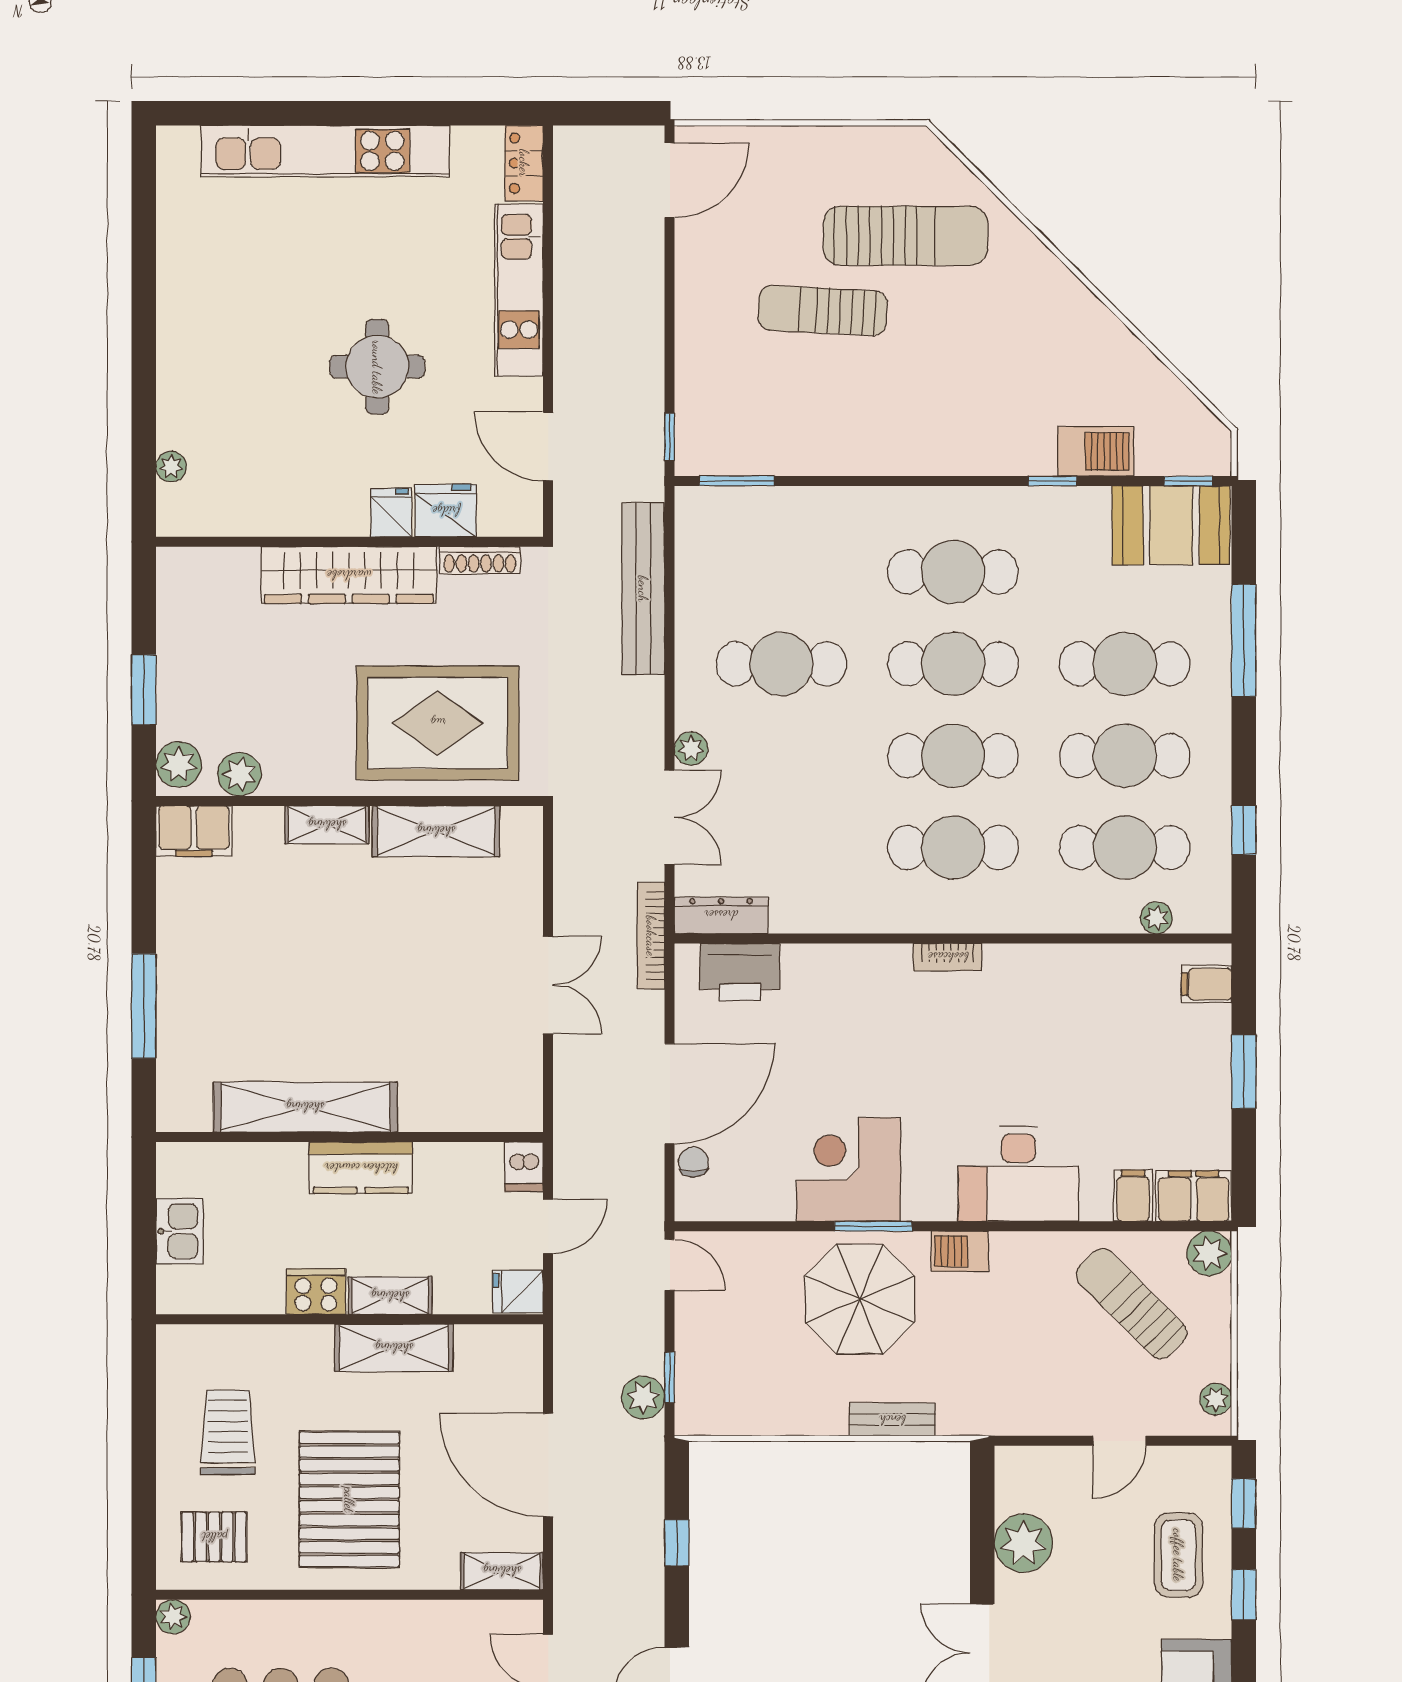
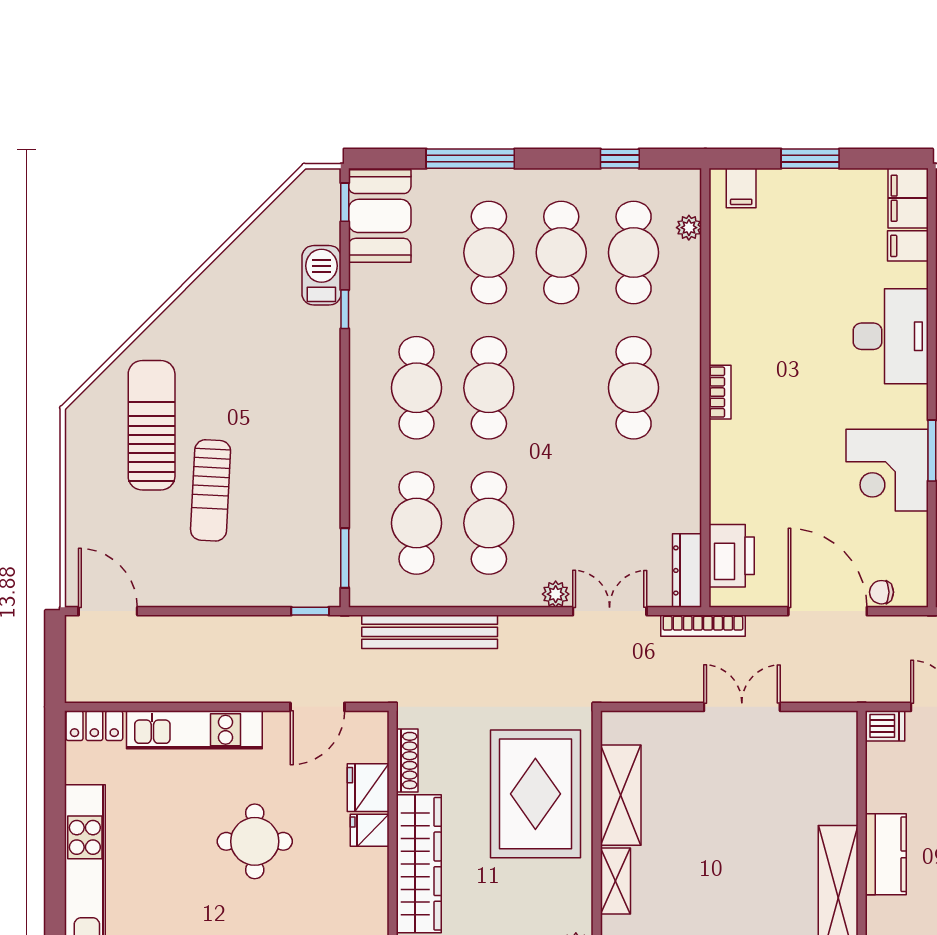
cafe table: (953, 756) -> (417, 523), moved

